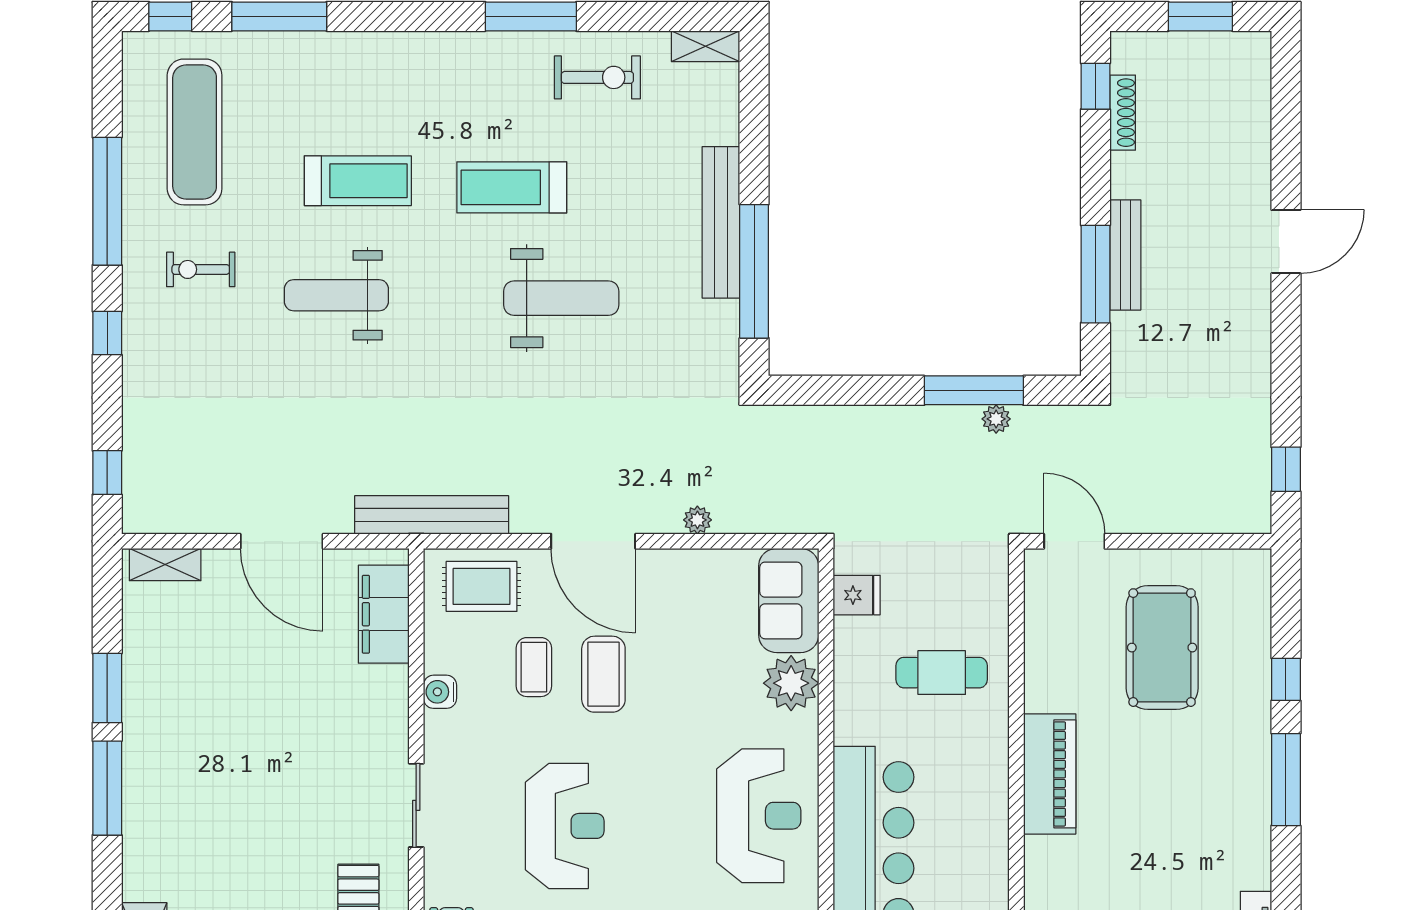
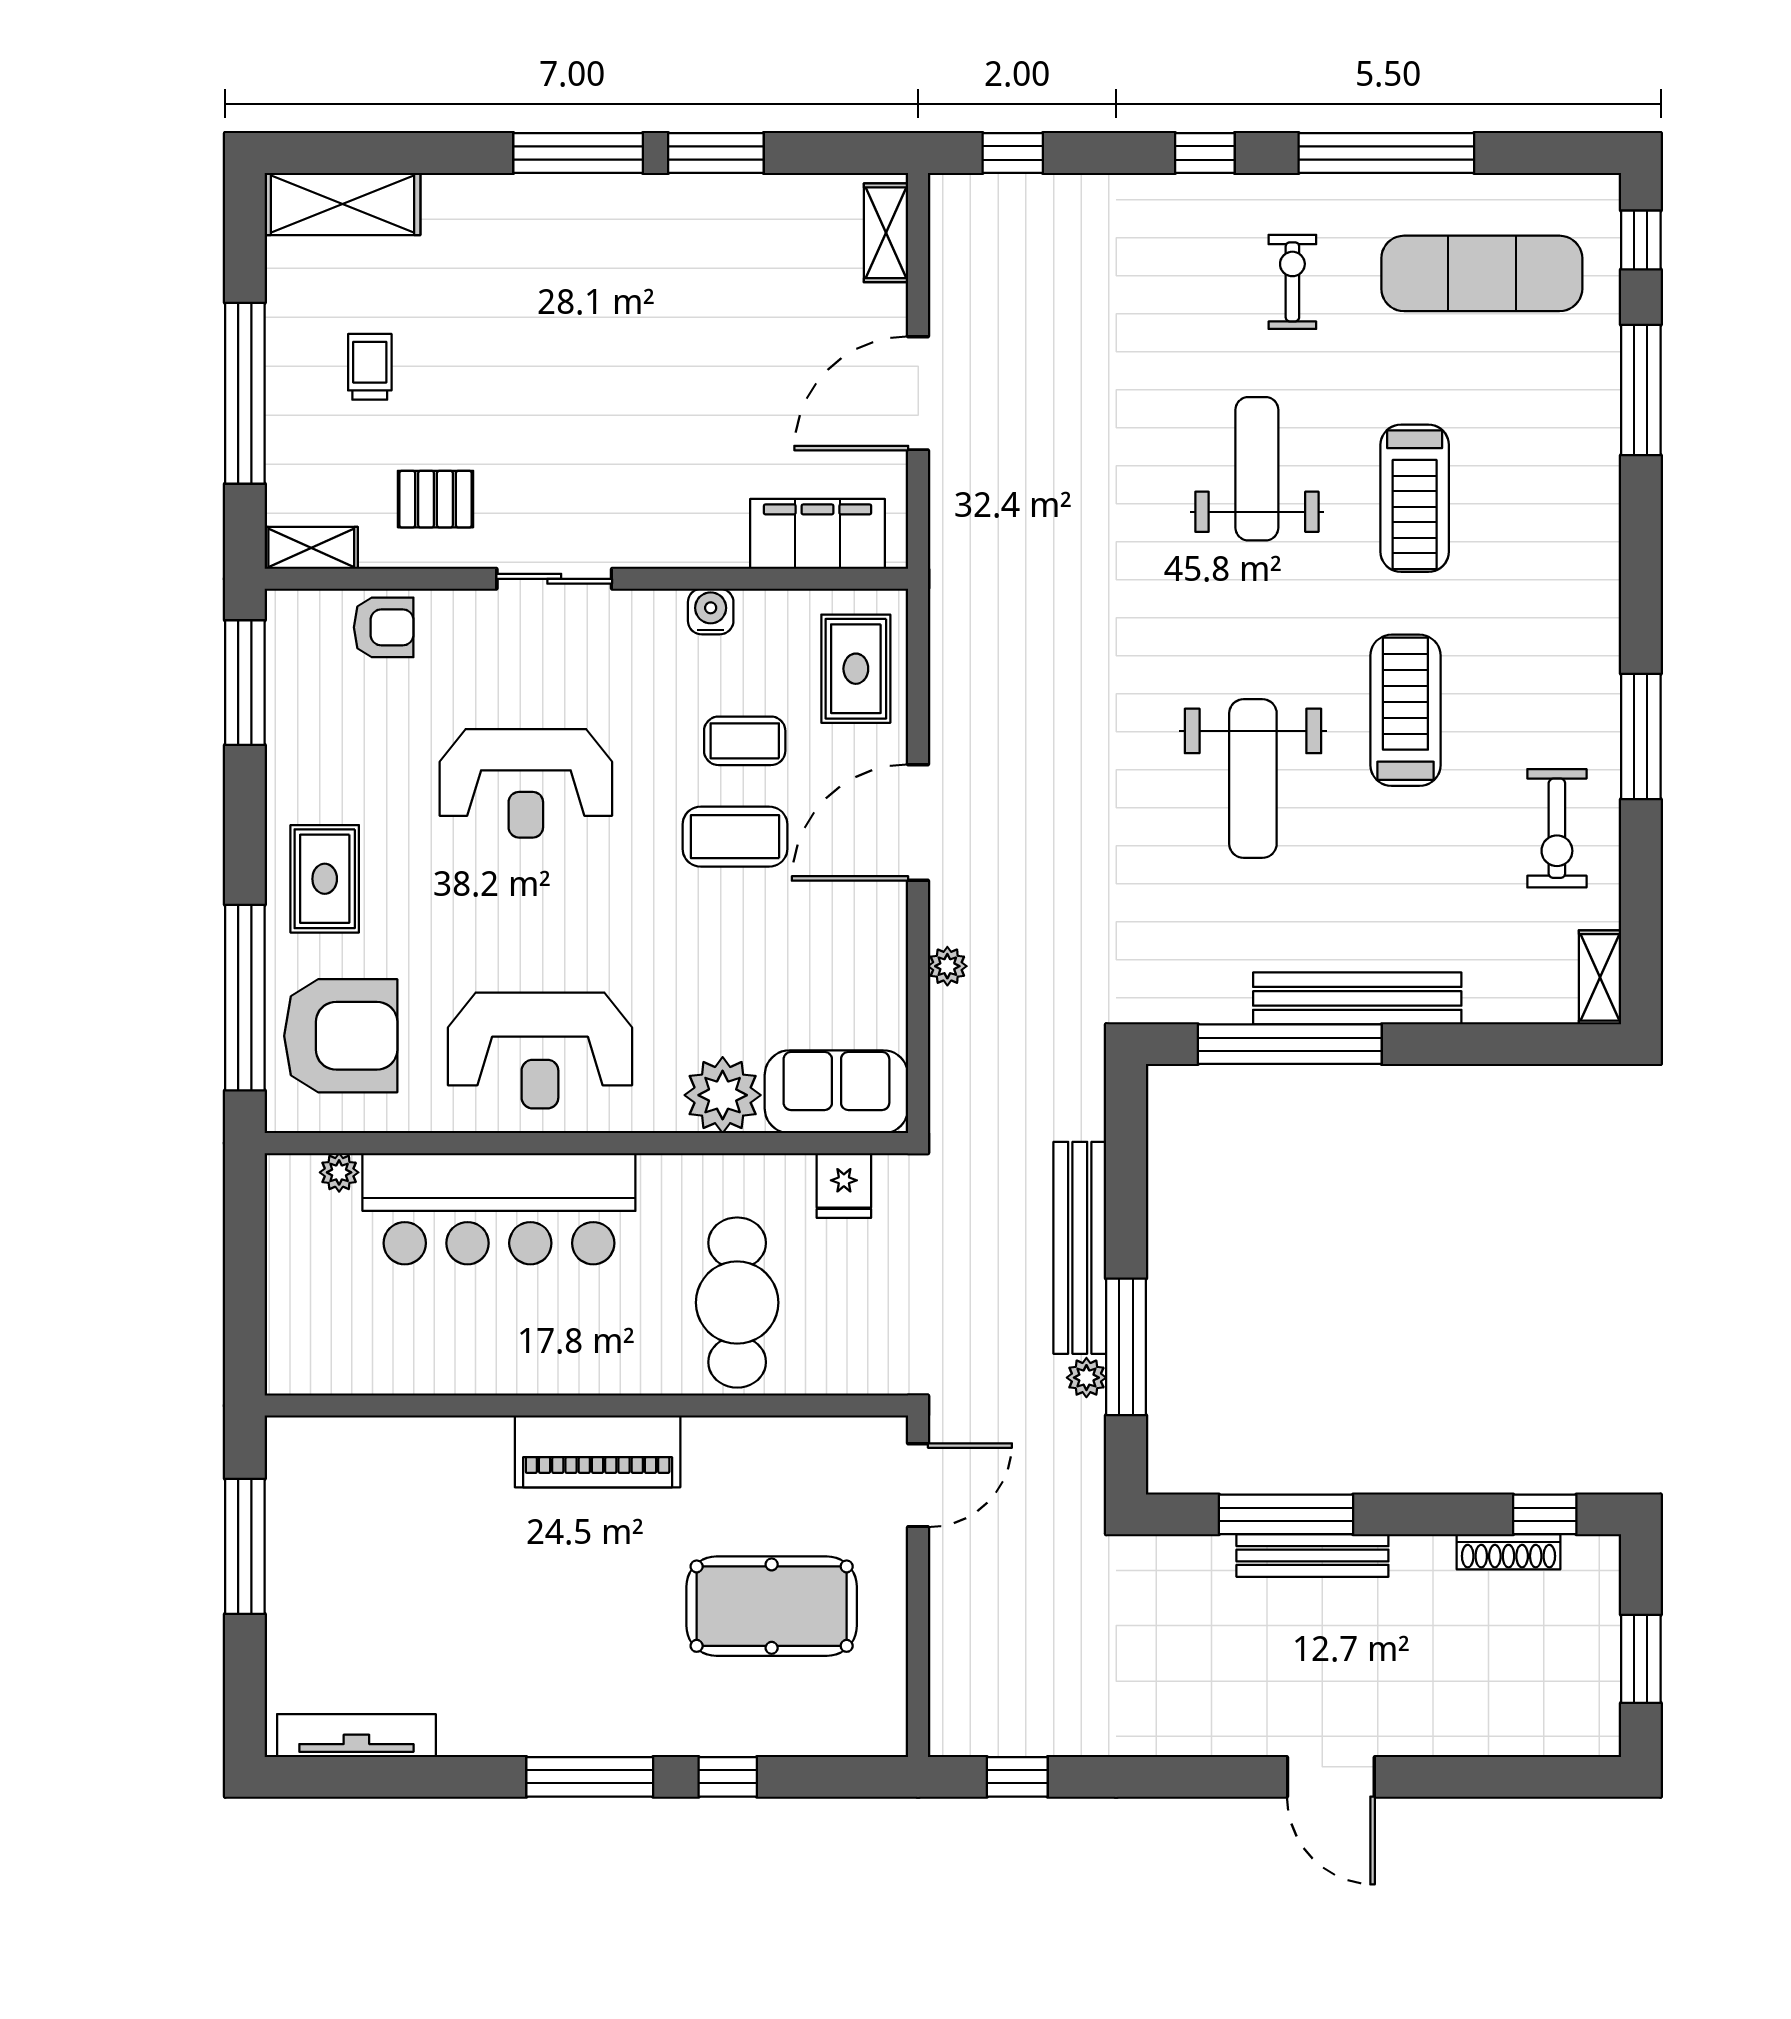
bench: (432, 515) -> (1080, 1248), moved
cafe table: (942, 673) -> (737, 1303), width x1.37, depth x1.35

